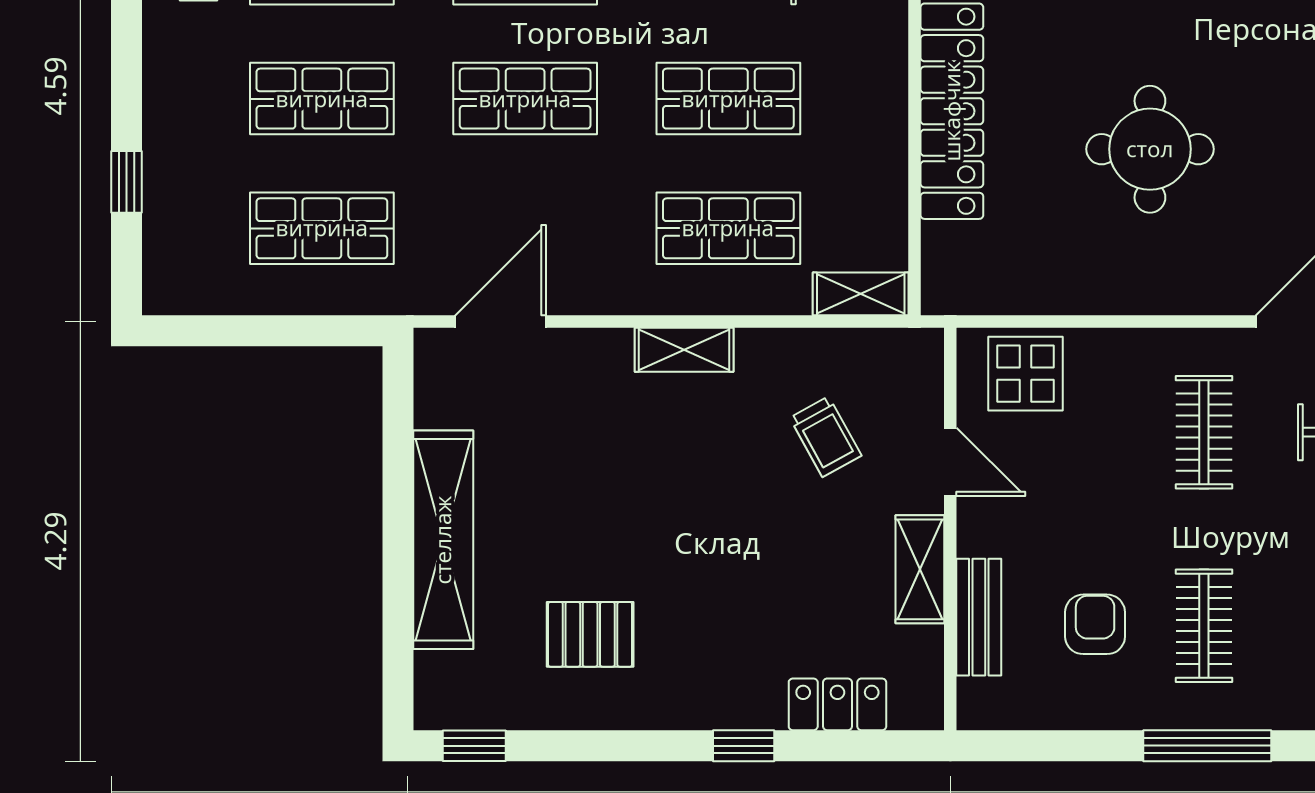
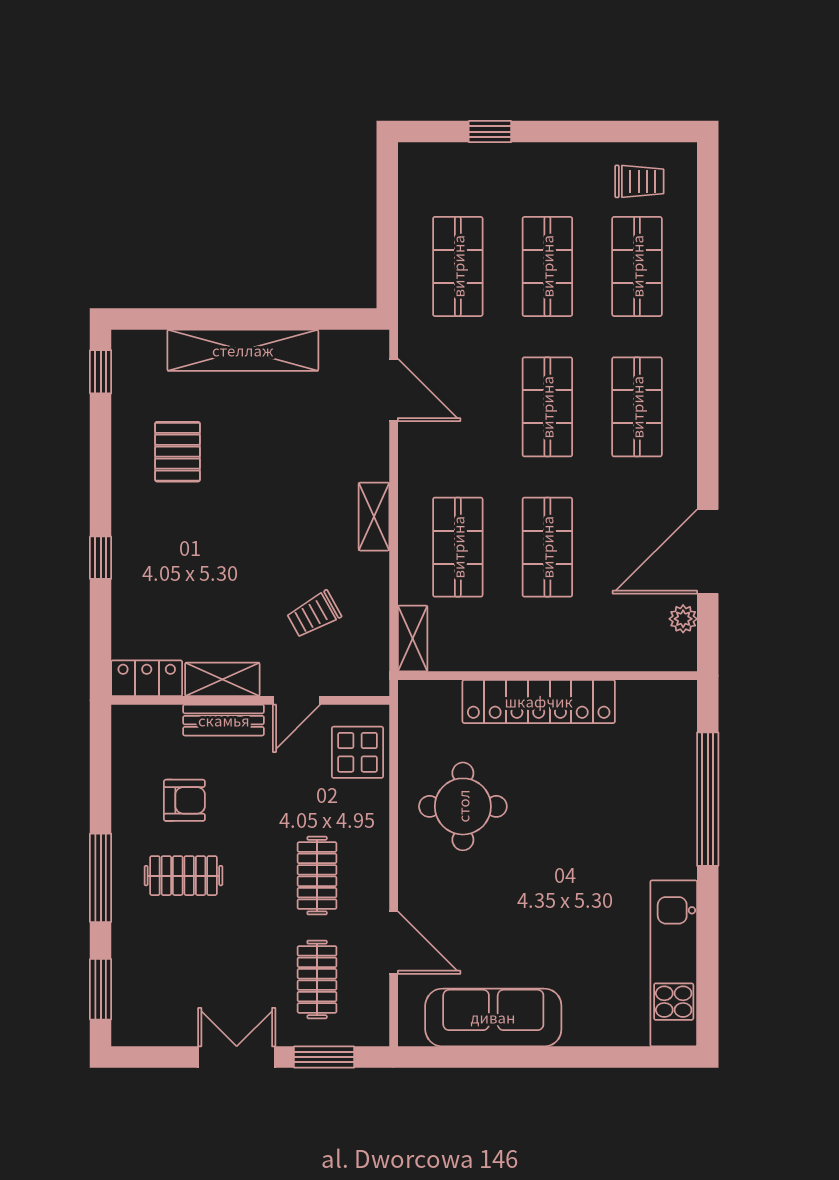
round table: (1150, 149) -> (463, 806), moved
clothes rail: (1204, 432) -> (317, 876), turned 90
bench: (979, 617) -> (224, 720), moved
locker: (837, 704) -> (147, 678), moved, turned -90

